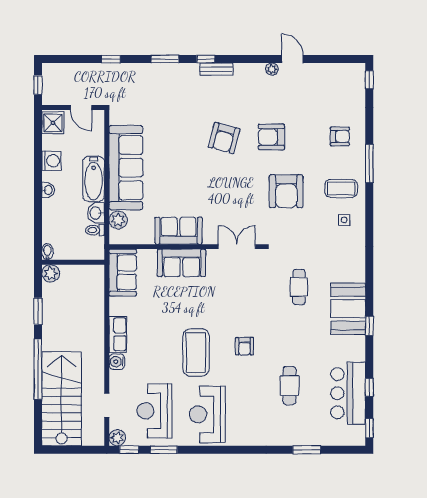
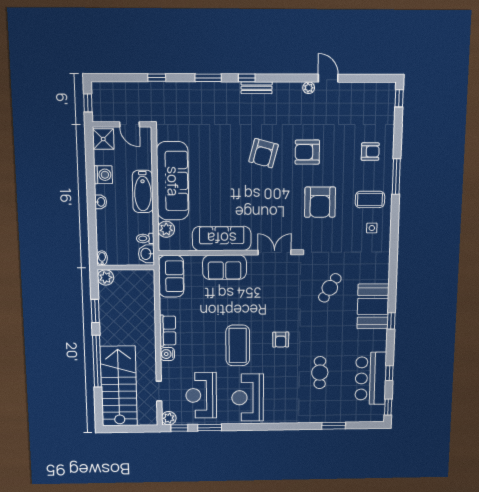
washbasin: (96, 213) -> (146, 254), moved
sofa: (179, 231) -> (222, 238), width x1.36
cafe table: (299, 287) -> (330, 288), turned 31

